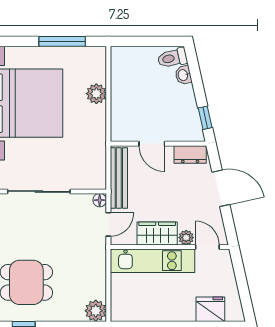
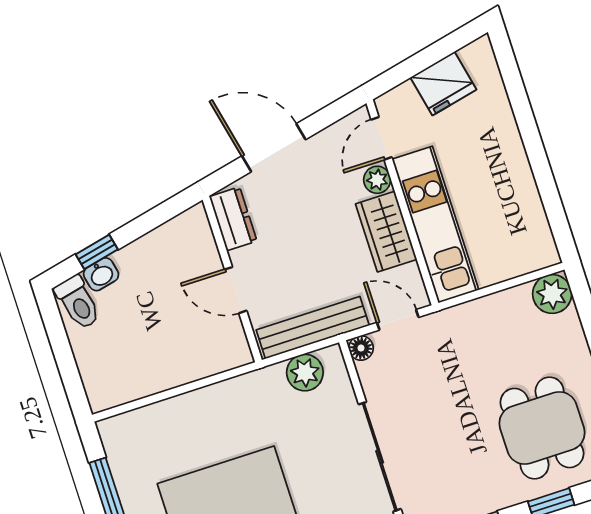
plant: (96, 94) -> (305, 373), moved
window: (205, 118) -> (97, 252), moved
door: (152, 144) -> (236, 290), swing flipped
door: (221, 188) -> (274, 148), hinge flipped
fridge: (210, 309) -> (443, 84), moved, turned -103

